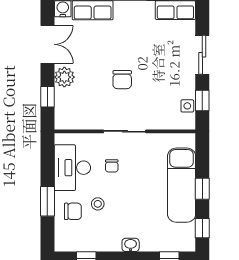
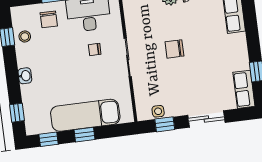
stool: (98, 204) -> (25, 36), moved

